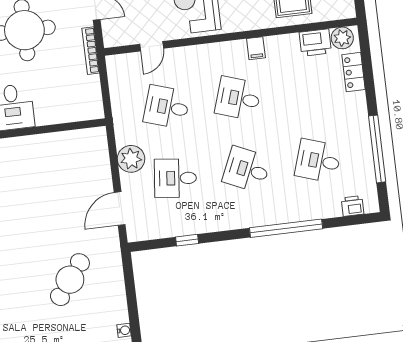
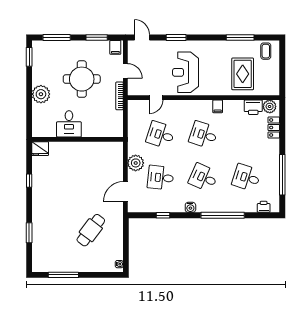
water cooler: (231, 222) -> (190, 207), added

